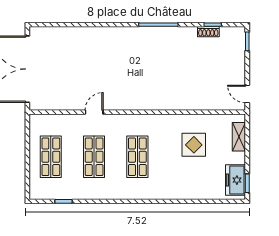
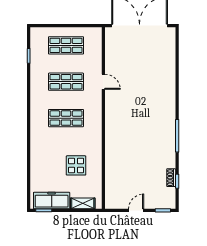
door: (247, 94) -> (136, 210), moved
freezer: (236, 180) -> (52, 201), width x1.40

